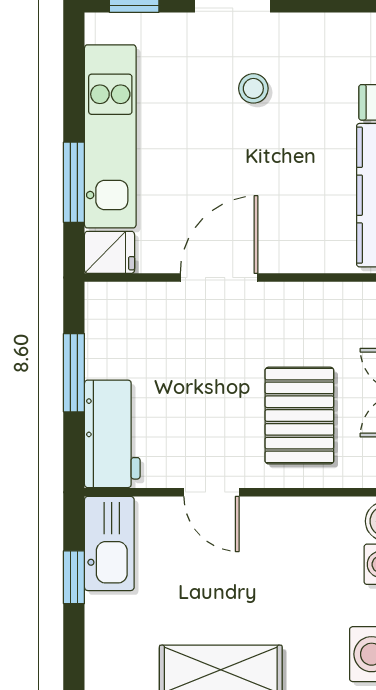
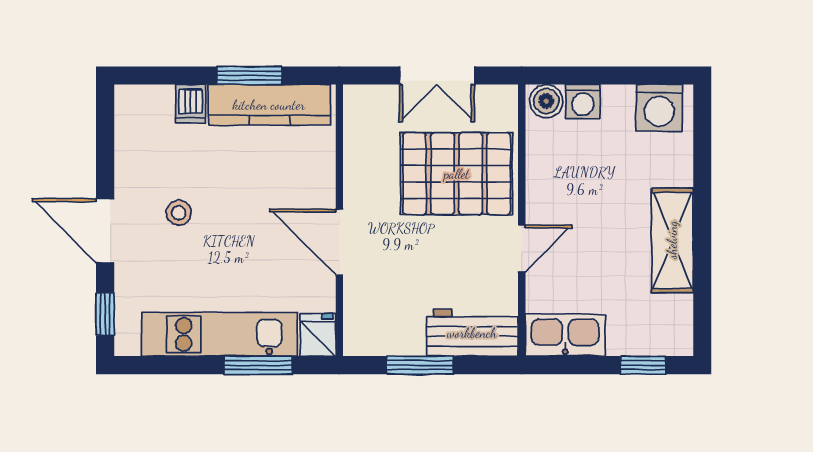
pallet: (299, 416) -> (457, 174), width x1.37, depth x1.41
window: (74, 577) -> (643, 365), moved

